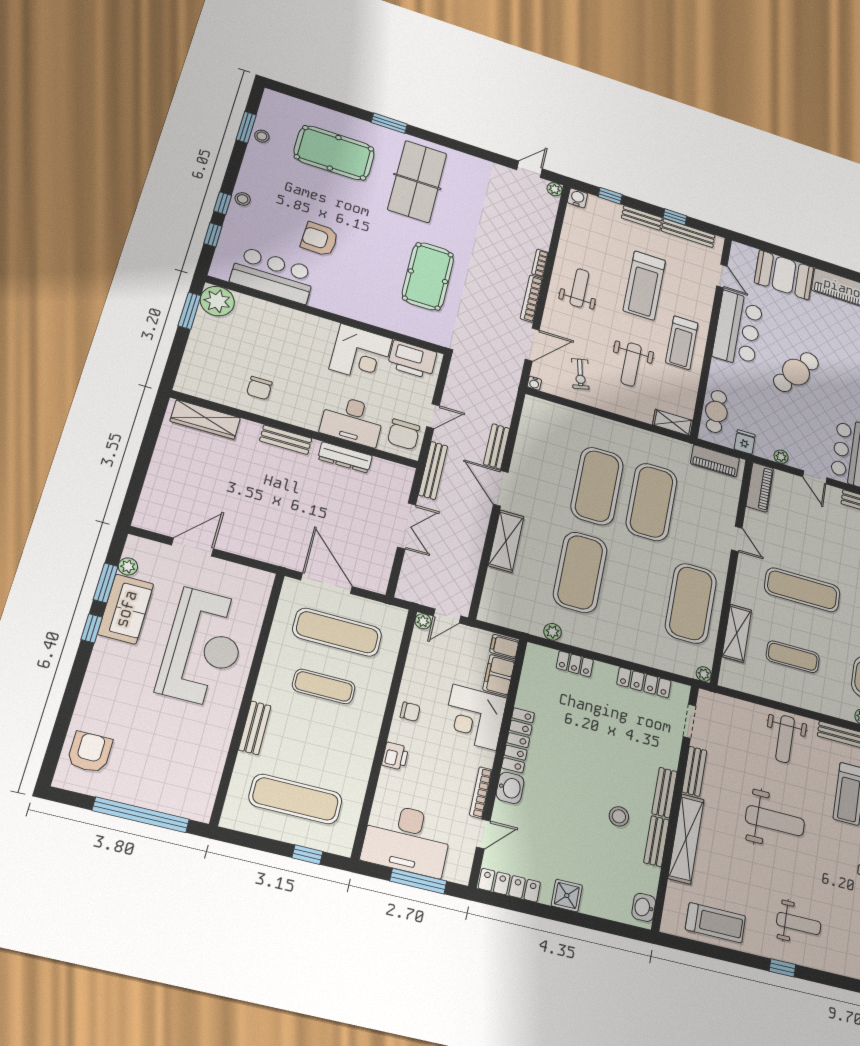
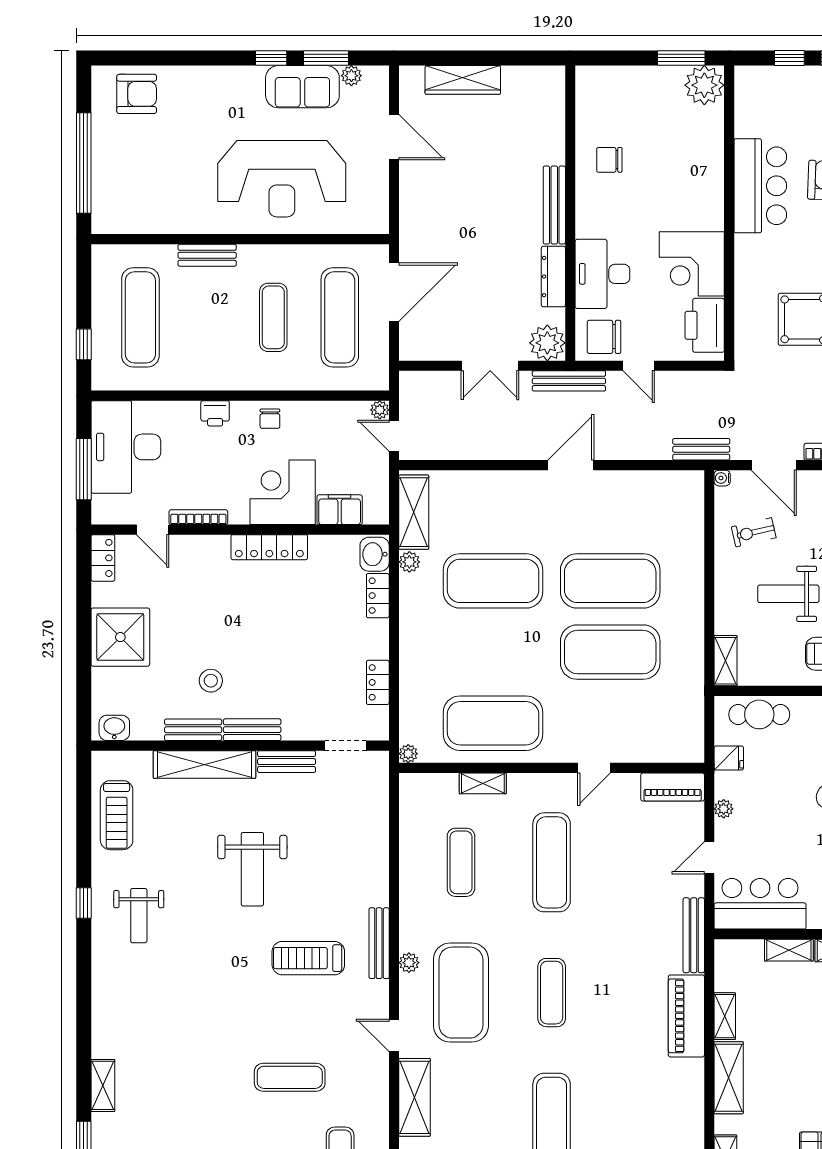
bar counter: (273, 275) -> (760, 186), moved
wardrobe: (205, 420) -> (463, 80), moved, turned -90
bench: (286, 440) -> (554, 205), width x1.36
bench: (497, 446) -> (701, 449), moved
piano: (715, 461) -> (690, 723), removed
plant: (398, 478) -> (547, 343), added
shelving: (506, 541) -> (414, 512), moved, turned 90
shelving: (737, 633) -> (483, 783), width x0.67, depth x0.75
filing cabinet: (504, 646) -> (376, 509), removed
locker: (644, 682) -> (378, 682), width x0.66
weight bench: (785, 739) -> (355, 867), removed
washbasin: (510, 788) -> (375, 554), moved, turned 90
locker: (509, 885) -> (103, 558), width x0.66
shower: (567, 896) -> (120, 637), width x1.86, depth x1.86

